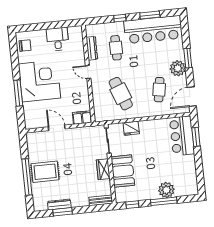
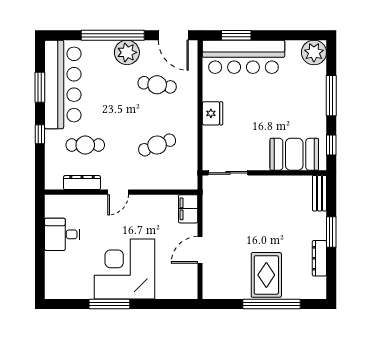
chair: (25, 46) -> (67, 286), removed
window: (188, 58) -> (113, 35), width x2.11
window: (18, 93) -> (109, 304), moved
cafe table: (121, 94) -> (157, 145), width x0.73, depth x0.74
fridge: (131, 128) -> (213, 113), moved
bar counter: (182, 136) -> (244, 57), width x1.36
wardrobe: (103, 169) -> (272, 184), removed
booth: (123, 171) -> (294, 154), moved
plant: (166, 190) -> (314, 52), moved
window: (63, 212) -> (331, 232), moved

